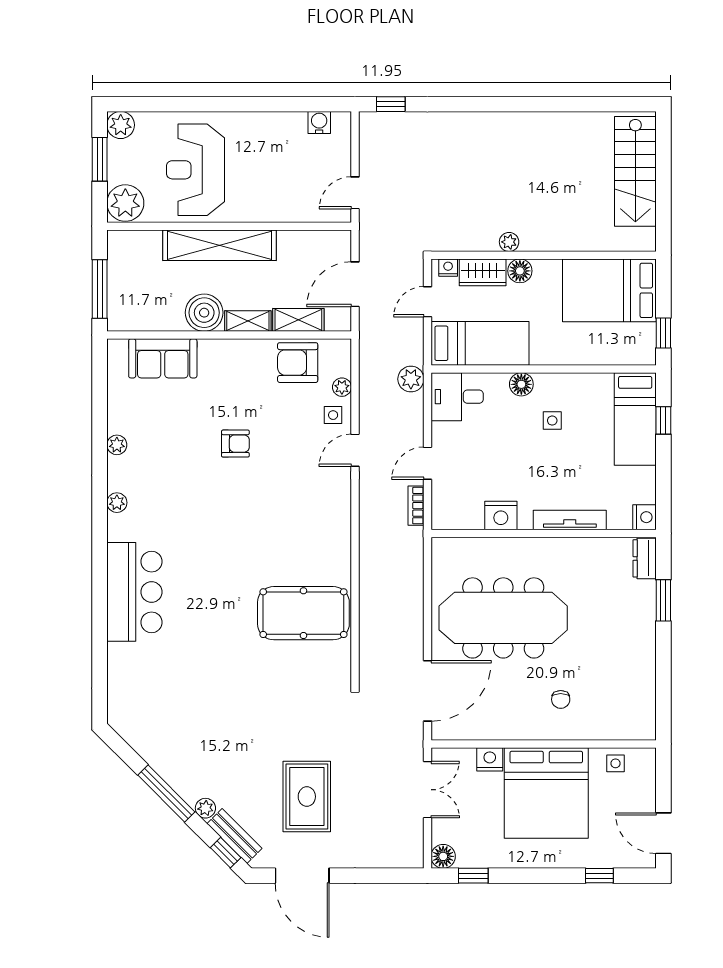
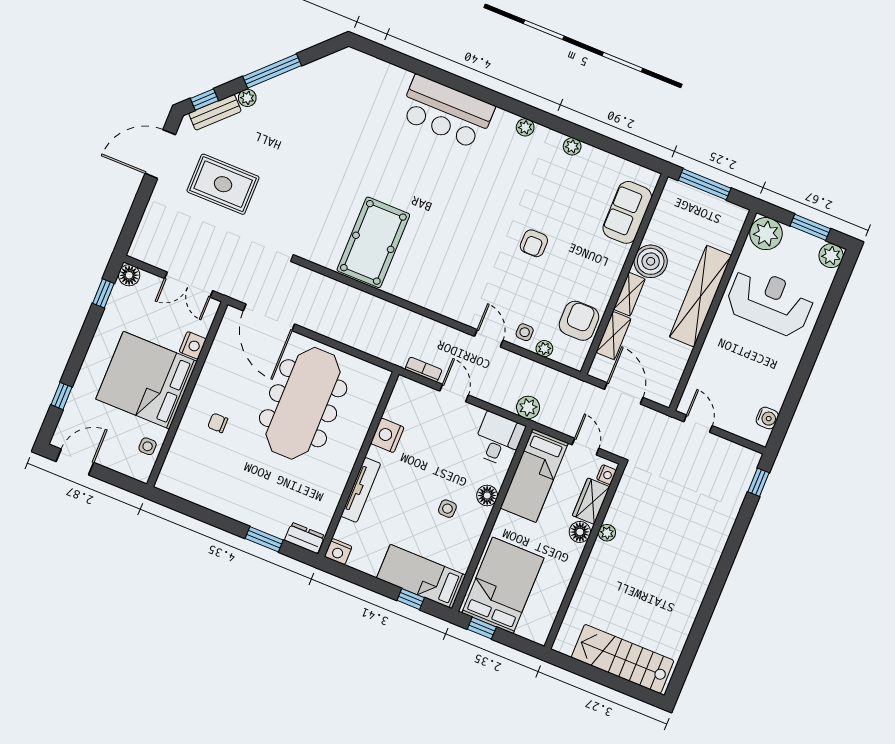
bed: (609, 290) -> (503, 585), moved

